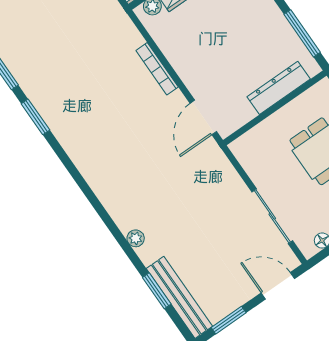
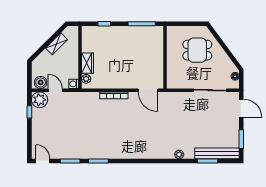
dresser: (279, 88) -> (158, 50), removed
door: (278, 286) -> (241, 108), swing flipped

